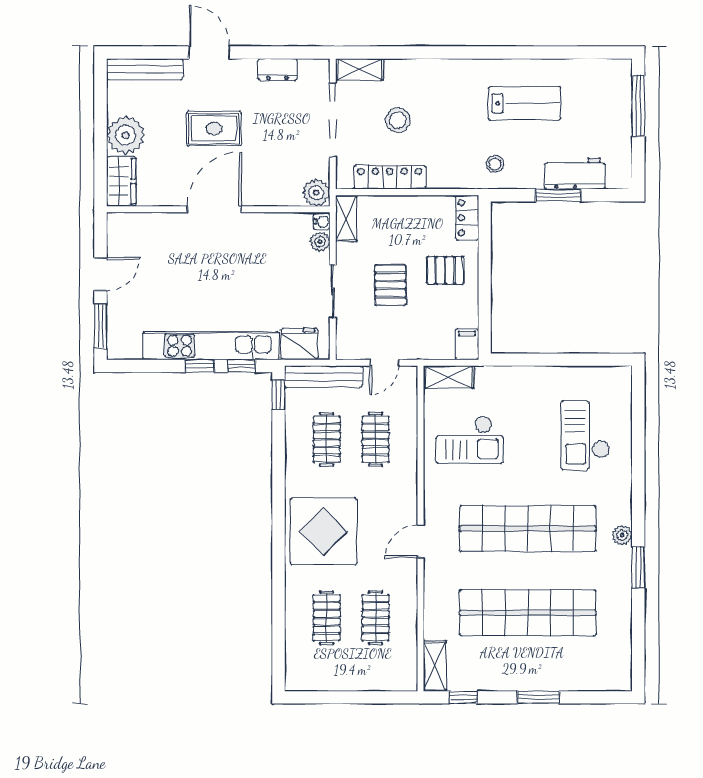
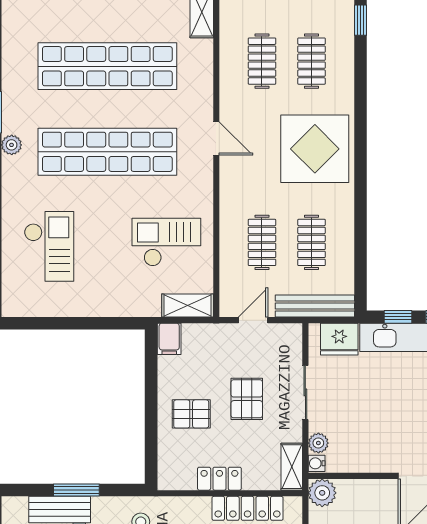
locker: (467, 218) -> (219, 479), moved, turned -90
window: (278, 395) -> (361, 20), moved
door: (421, 542) -> (216, 139), hinge flipped

